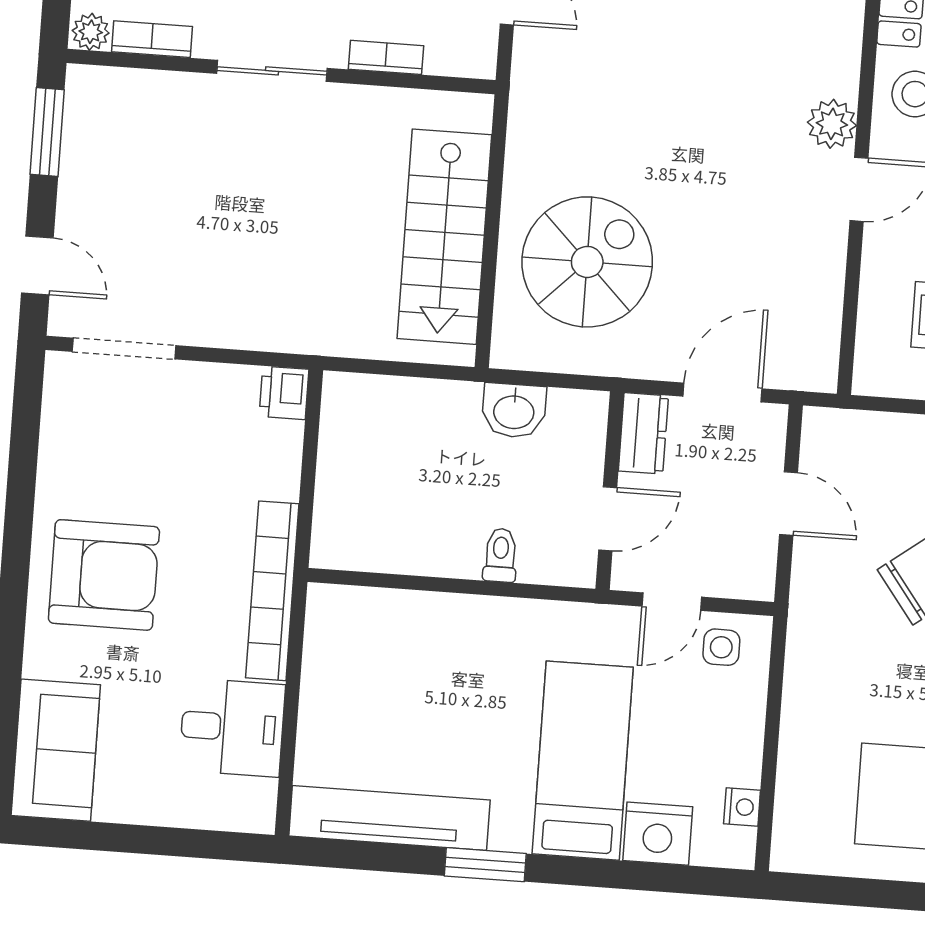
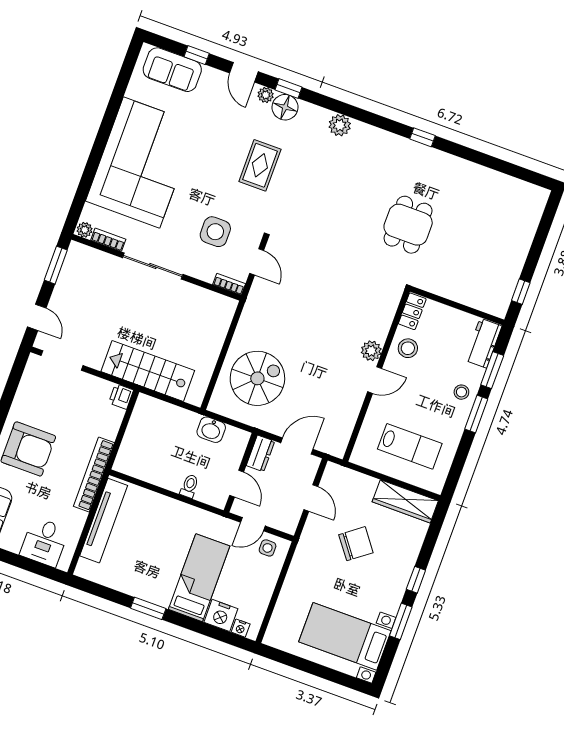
bookcase: (386, 57) -> (229, 284), moved
sliding door: (272, 71) -> (153, 266), width x1.37
stairs: (444, 237) -> (148, 371), moved, turned 90
door: (608, 519) -> (237, 484), hinge flipped
desk: (232, 727) -> (44, 542), moved, turned 90
nightstand: (742, 807) -> (241, 628), moved, turned 90
tv unit: (389, 818) -> (104, 521), moved, turned 90

